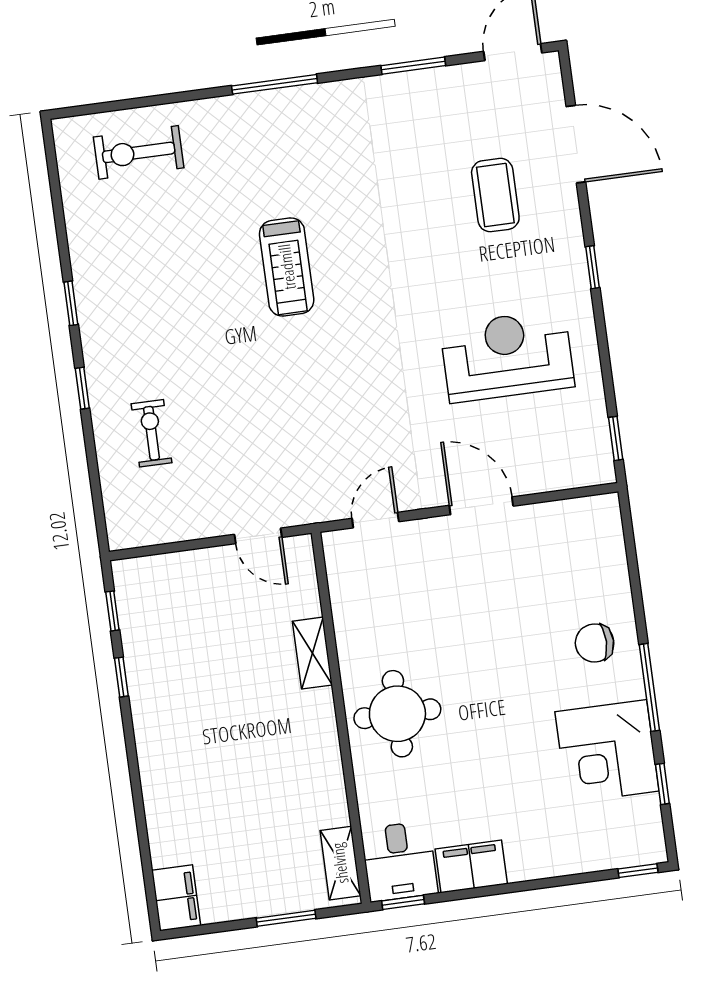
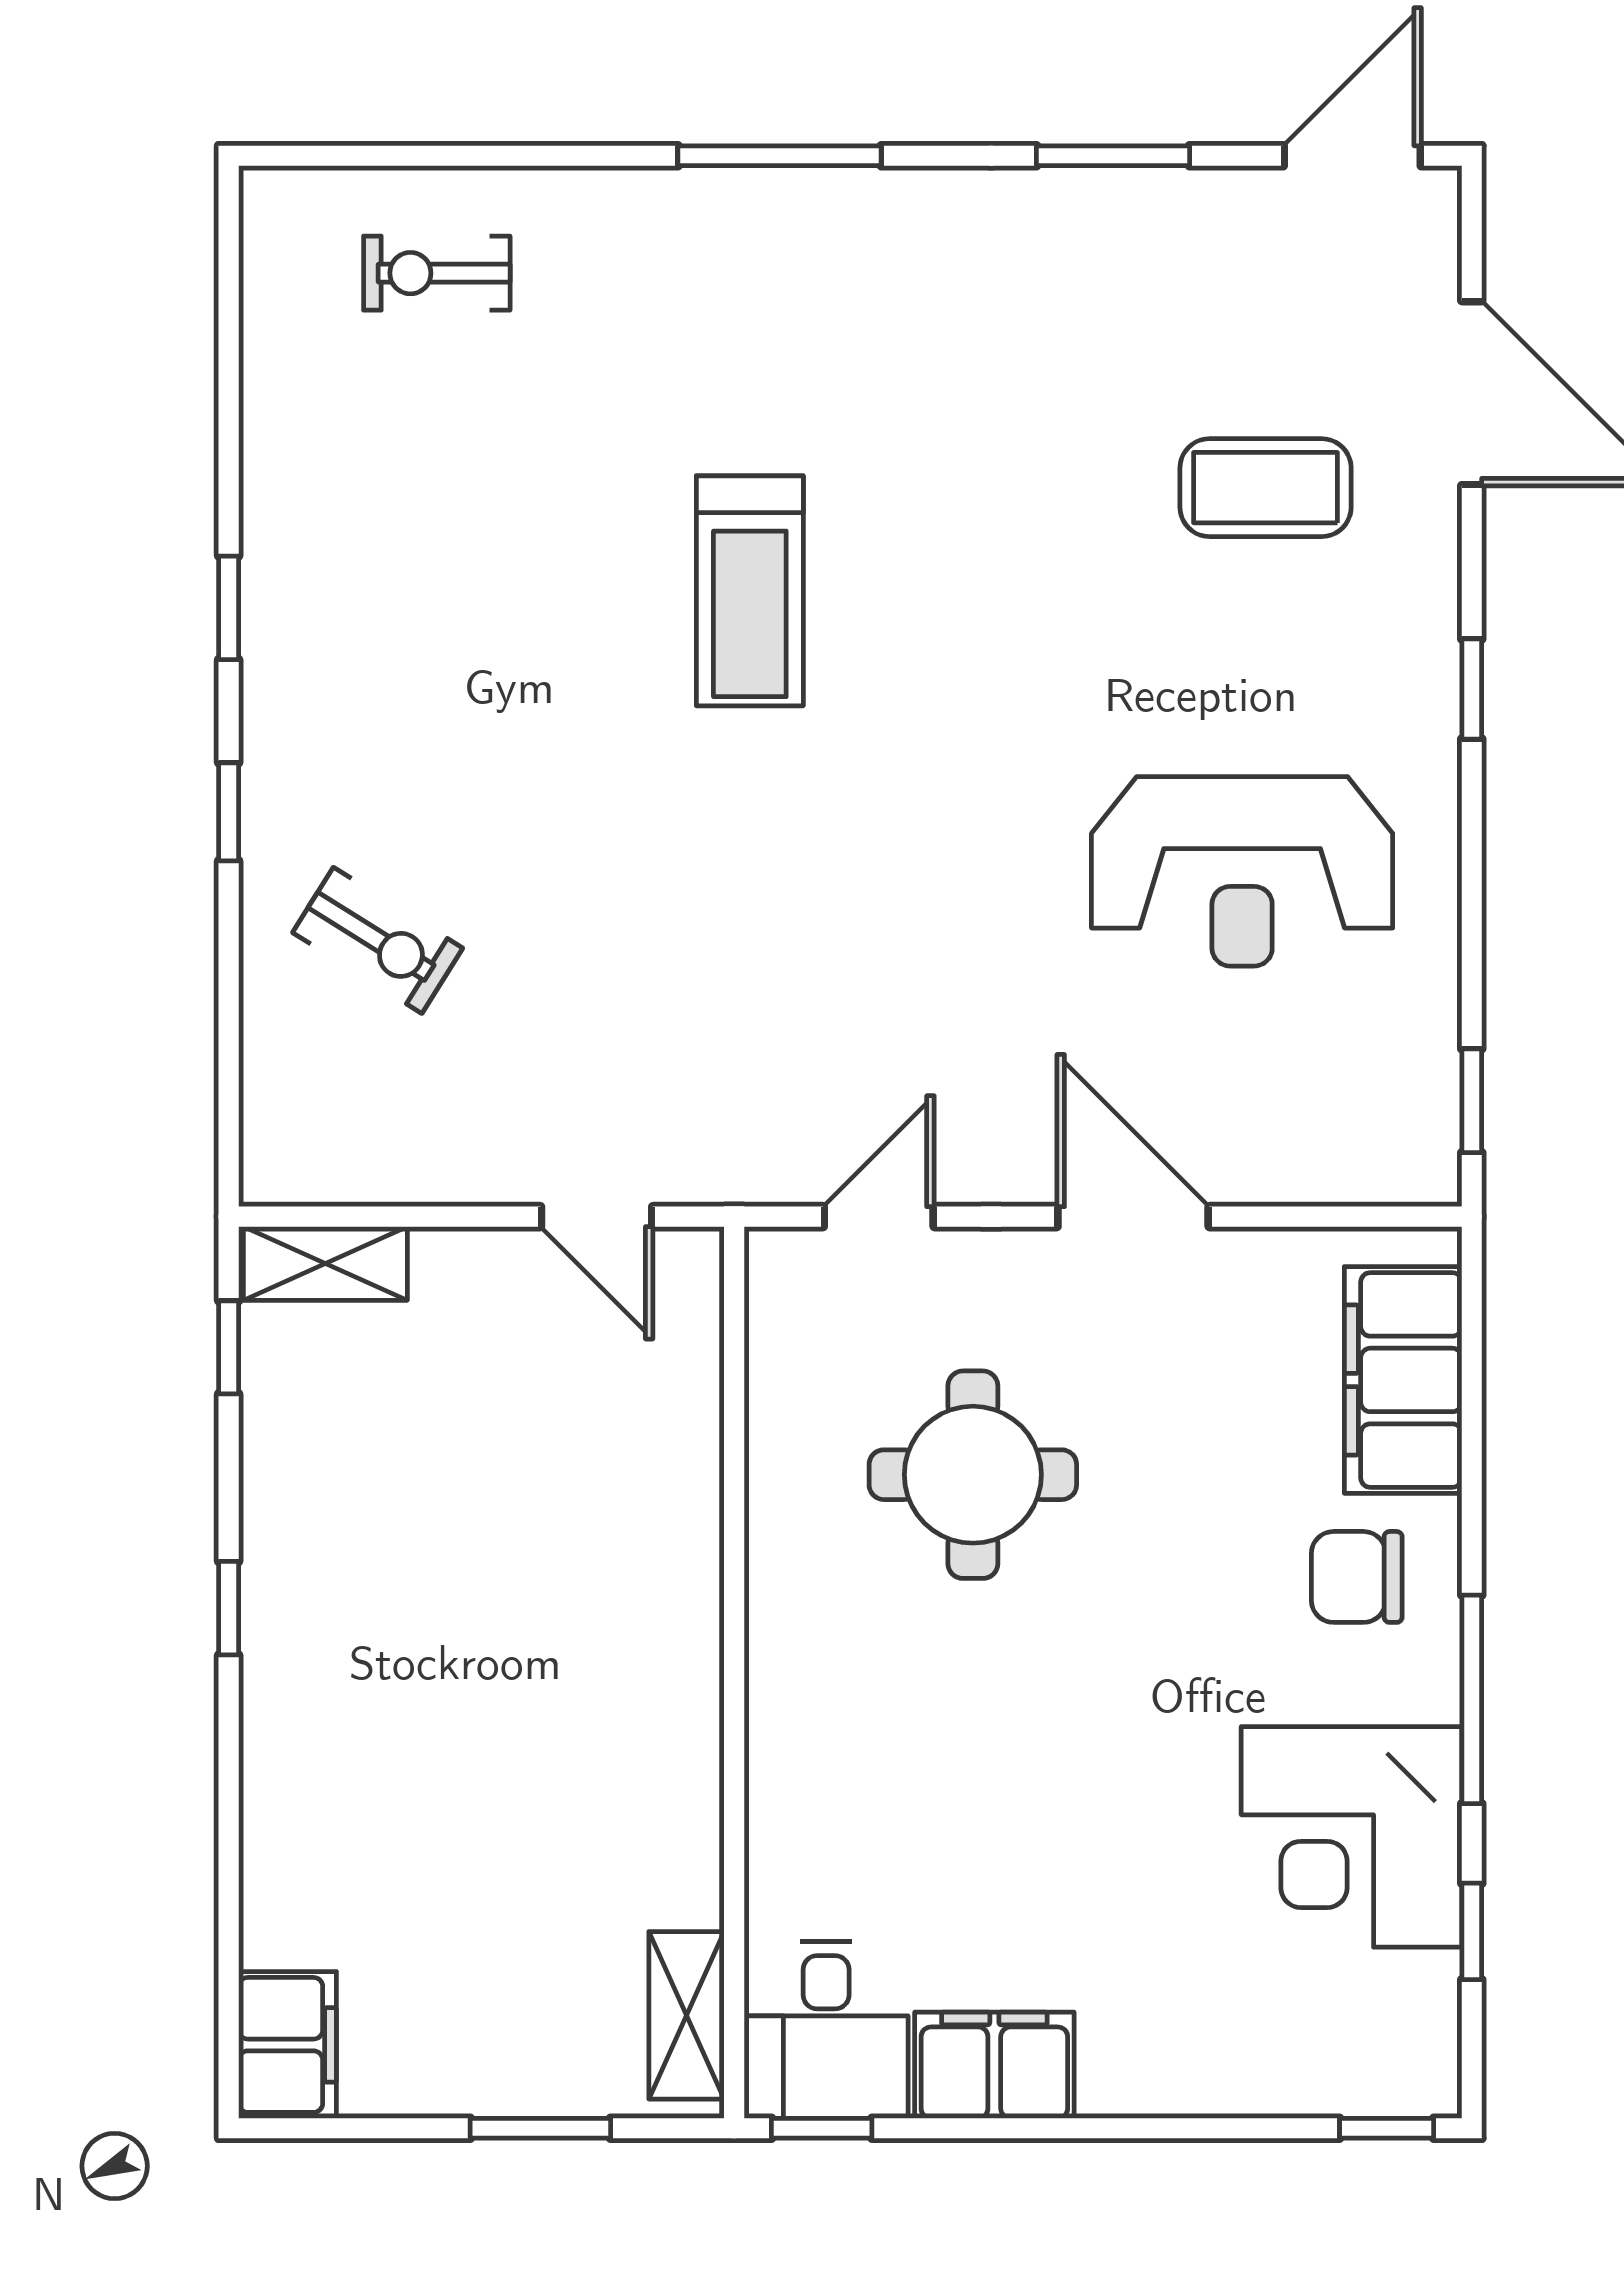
exercise bike: (139, 152) -> (437, 273), width x0.73, depth x0.72
coffee table: (495, 195) -> (1266, 488), turned 90
reception desk: (507, 356) -> (1242, 871), turned 180
exercise bike: (151, 433) -> (378, 940), turned 122
filing cabinet: (603, 558) -> (1403, 1380), added
shelving: (312, 653) -> (325, 1263), moved, turned 90
window: (121, 677) -> (229, 1608), moved
round table: (397, 714) -> (973, 1475), moved

